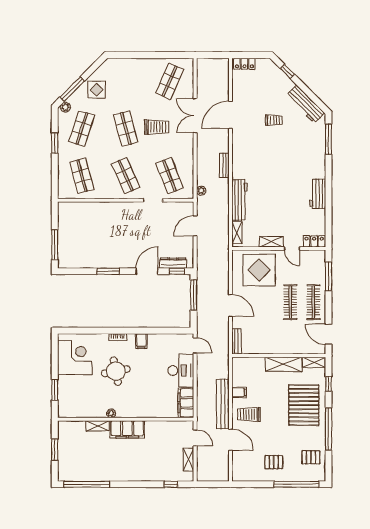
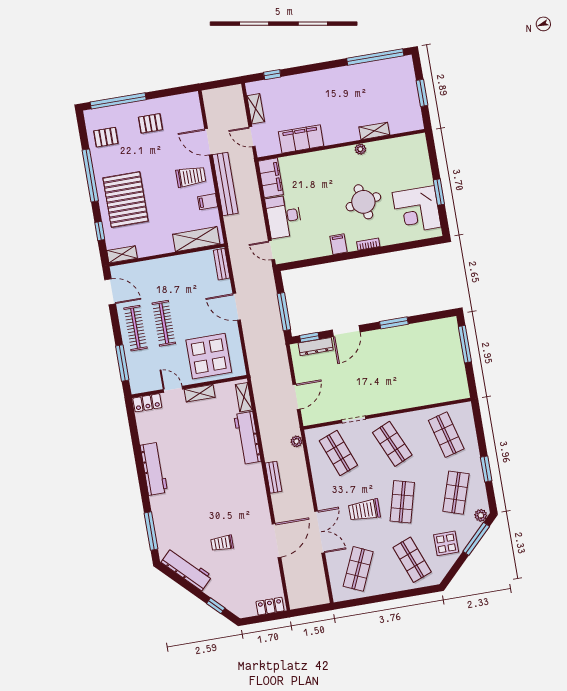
shop shelf: (126, 81) -> (412, 560), added
shop shelf: (126, 129) -> (402, 502), turned 30
workbench: (318, 194) -> (154, 469), width x1.38
shelving: (283, 364) -> (196, 239), moved
window: (55, 390) -> (439, 192), moved
filing cabinet: (127, 429) -> (301, 139), moved

